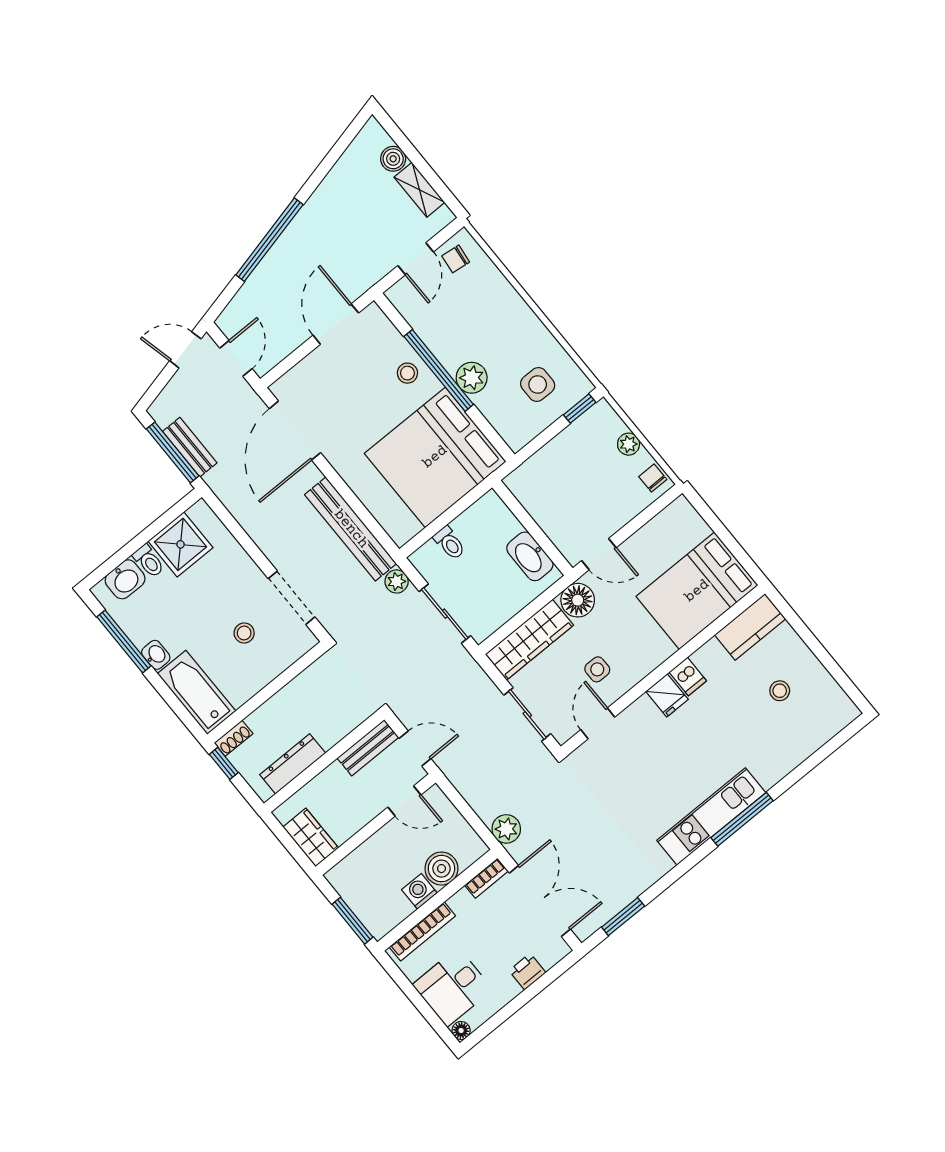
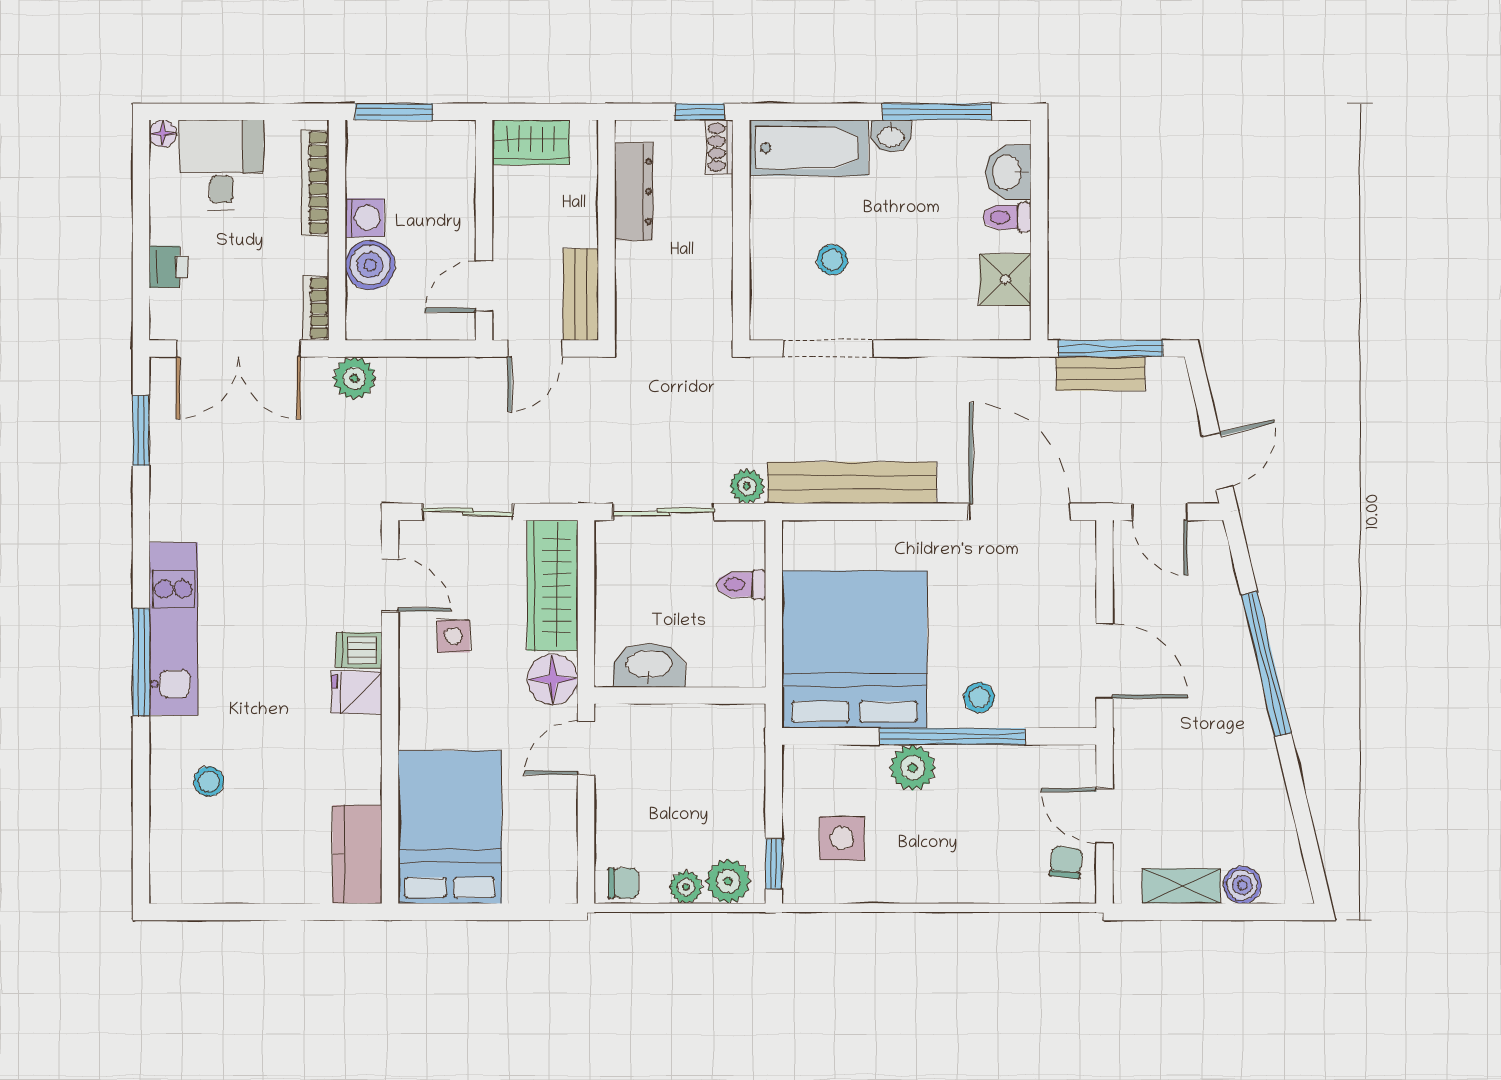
plant: (608, 425) -> (728, 881), added
shower: (180, 544) -> (1005, 279), width x0.73, depth x0.73
dishwasher: (688, 677) -> (359, 650), moved
stool: (780, 691) -> (209, 781), moved

